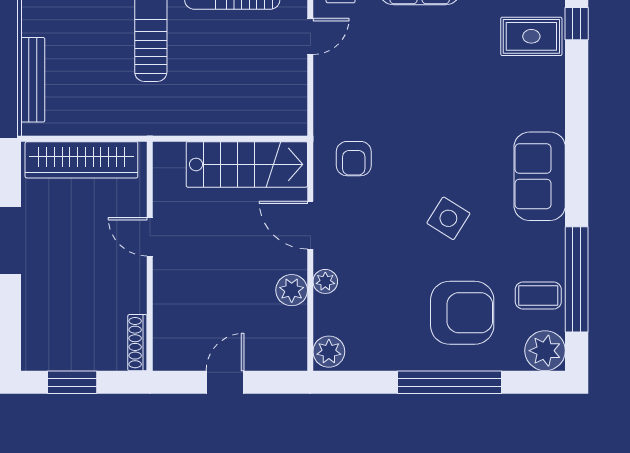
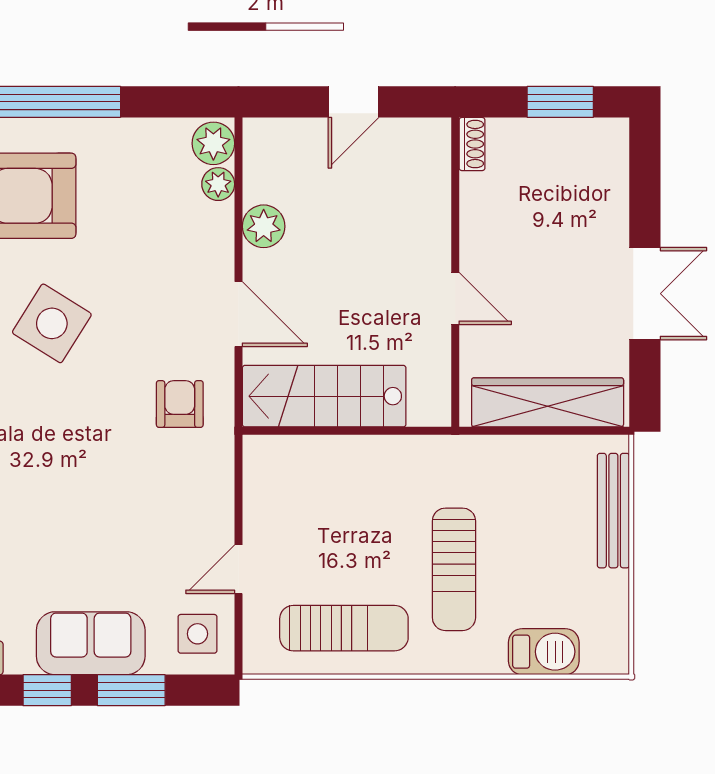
side table: (448, 218) -> (52, 323), width x1.37, depth x1.37
plant: (325, 281) -> (218, 184), moved
shoe rack: (137, 343) -> (472, 144), width x0.70

